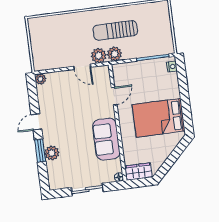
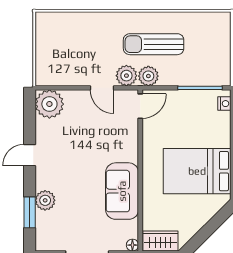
plant: (40, 79) -> (49, 104), width x1.87, depth x1.87
door: (114, 96) -> (140, 106), moved
window: (40, 151) -> (30, 212), moved

